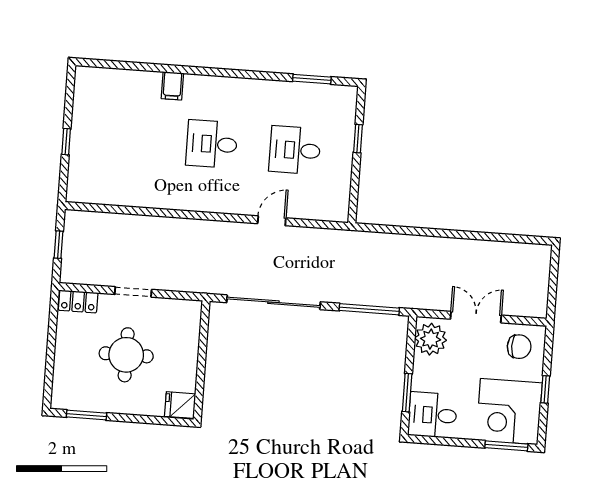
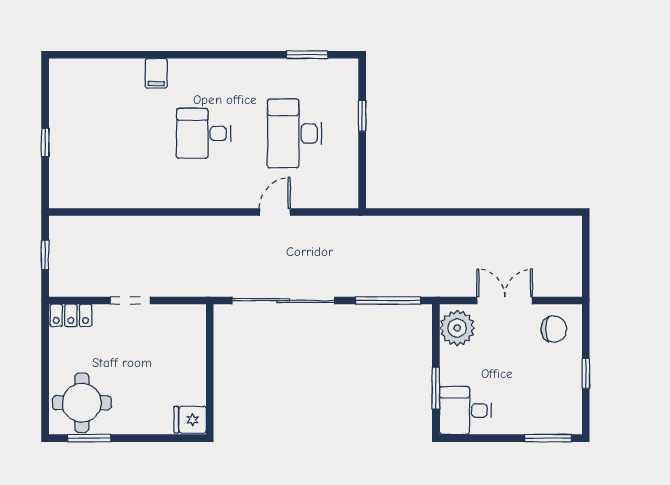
desk: (295, 150) -> (295, 133), width x1.37
round table: (126, 355) -> (82, 403), moved
corner desk: (509, 412) -> (548, 401), removed

